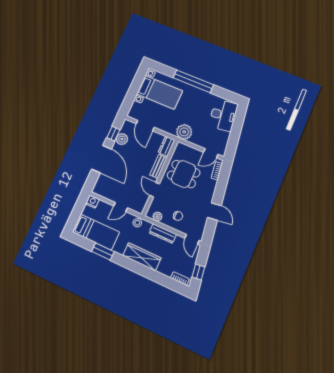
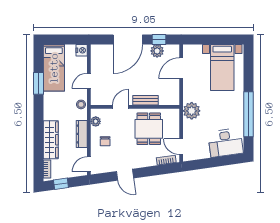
window: (193, 81) -> (249, 114), moved
dresser: (166, 146) -> (169, 99), removed
door: (121, 207) -> (89, 81), hinge flipped
door: (214, 212) -> (125, 175), hinge flipped
wardrobe: (142, 257) -> (51, 140), moved

